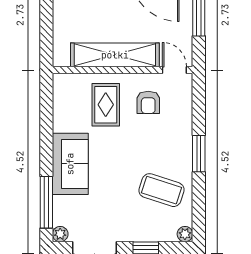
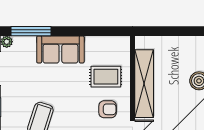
armchair: (148, 102) -> (108, 109), turned 180

